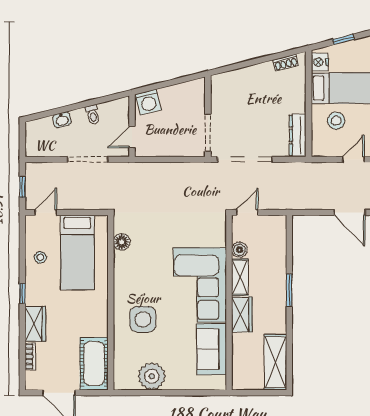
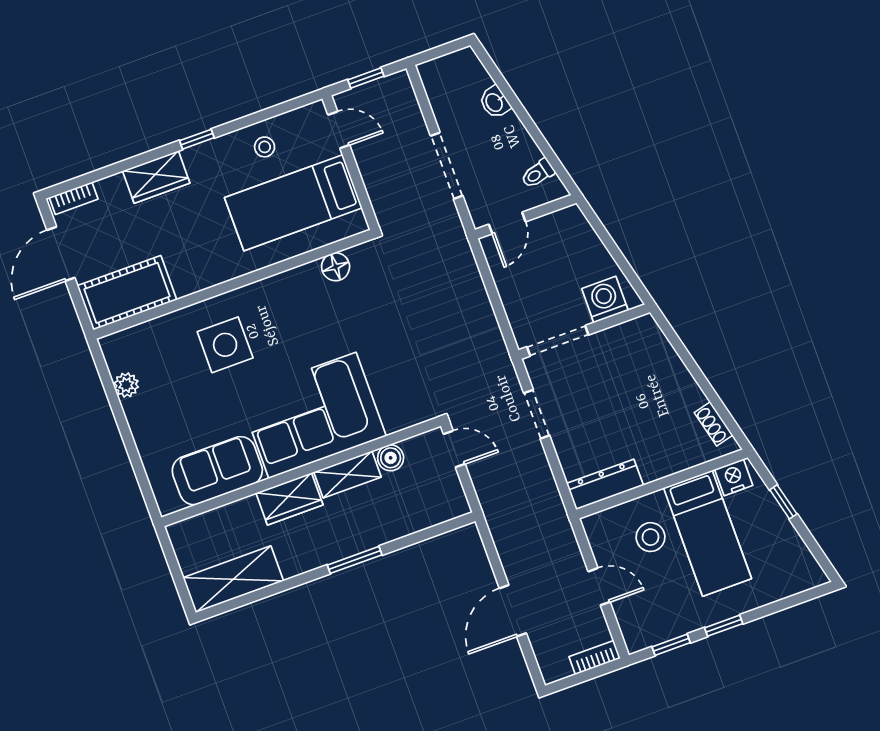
washing machine: (148, 102) -> (605, 300), moved, turned 104
toilet: (93, 115) -> (538, 174), moved
door: (132, 137) -> (507, 223), swing flipped
doorway: (245, 159) -> (537, 414), width x0.53
bookcase: (30, 356) -> (74, 198), moved
plant: (152, 376) -> (126, 385), width x0.53, depth x0.53

